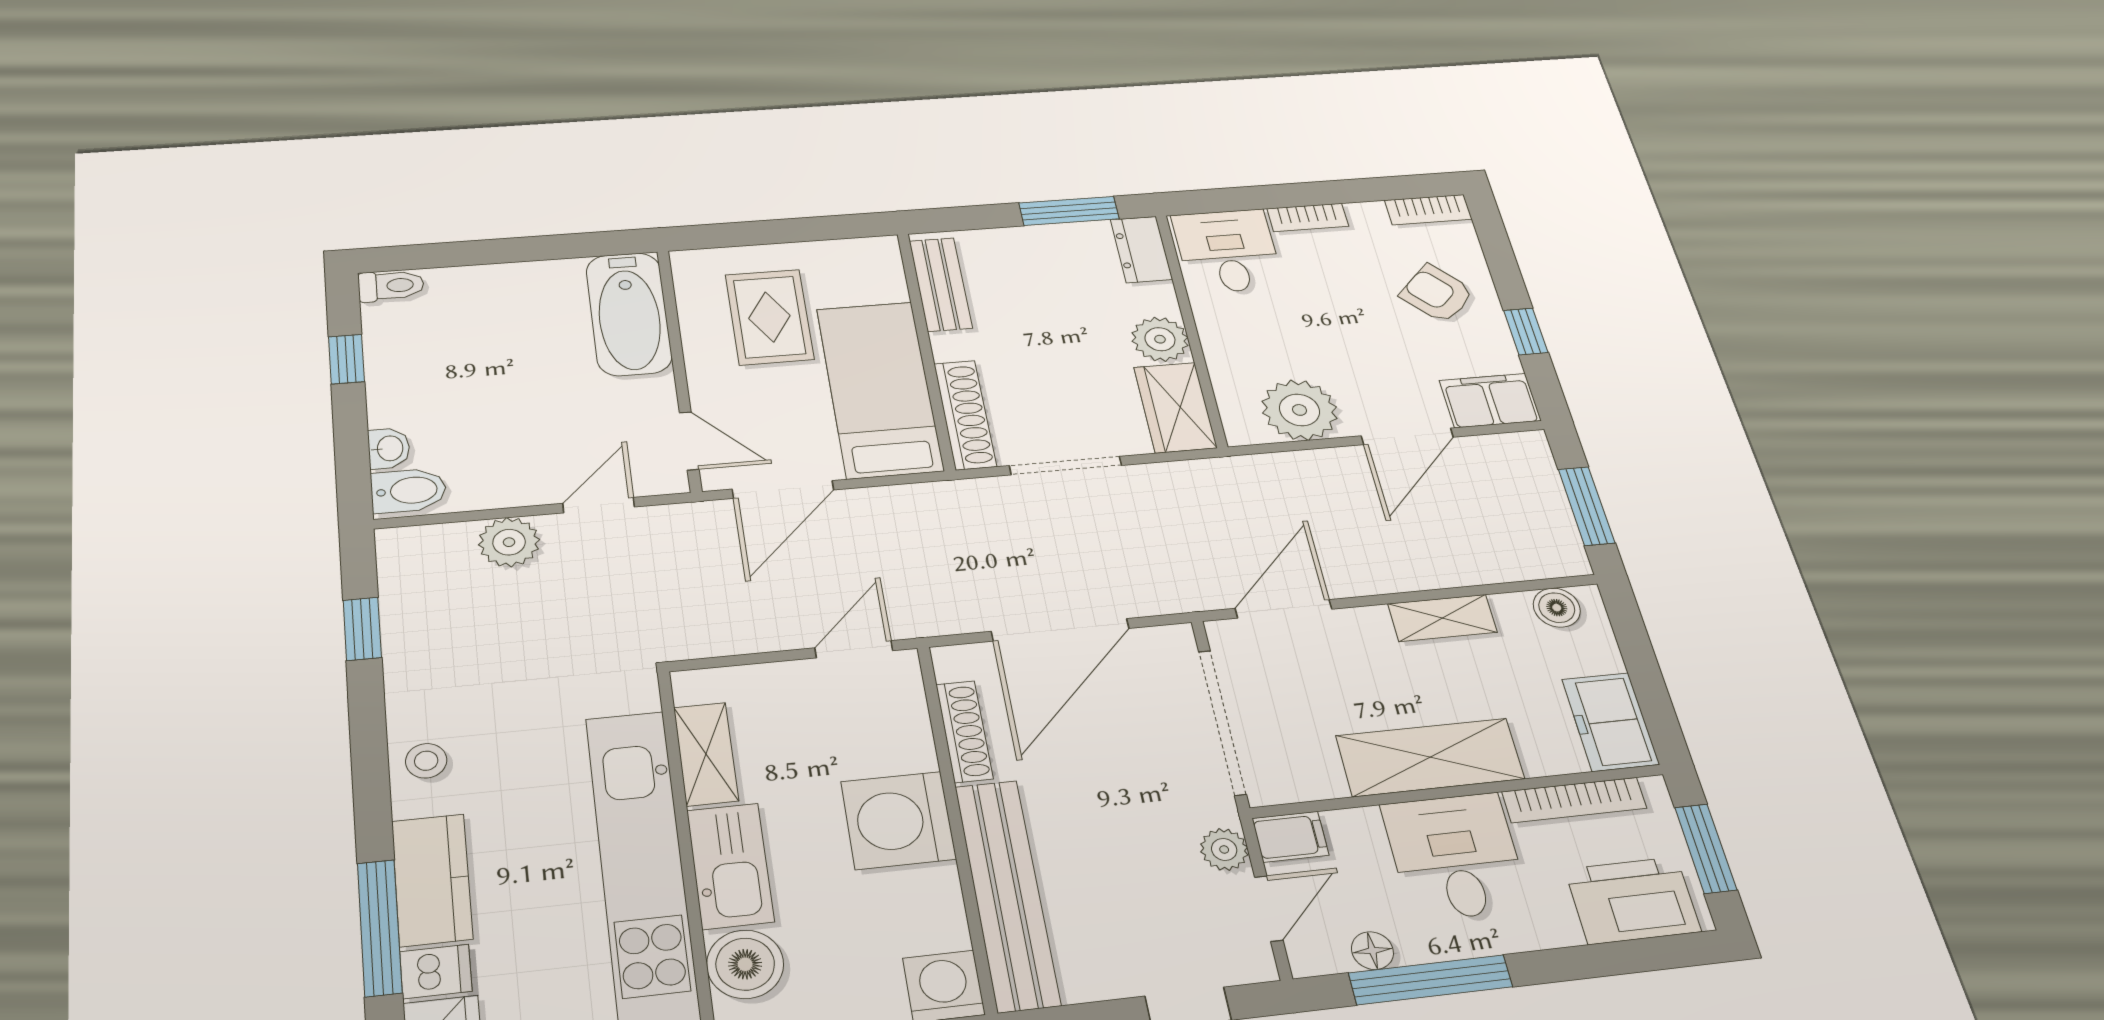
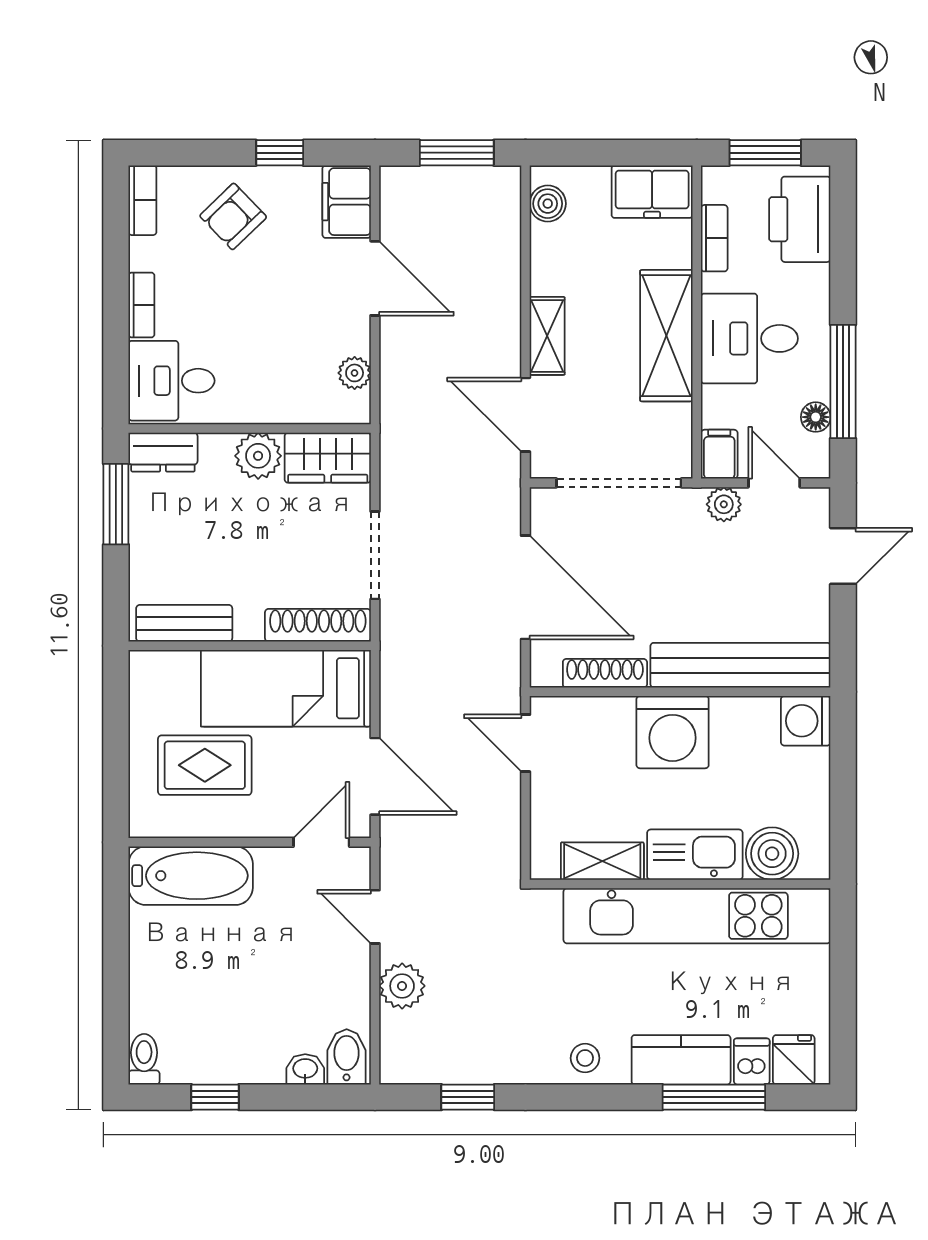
plant: (1300, 410) -> (355, 373), width x0.53, depth x0.53
shelving: (1442, 618) -> (547, 336), moved
bookcase: (1574, 800) -> (714, 238), width x0.64

